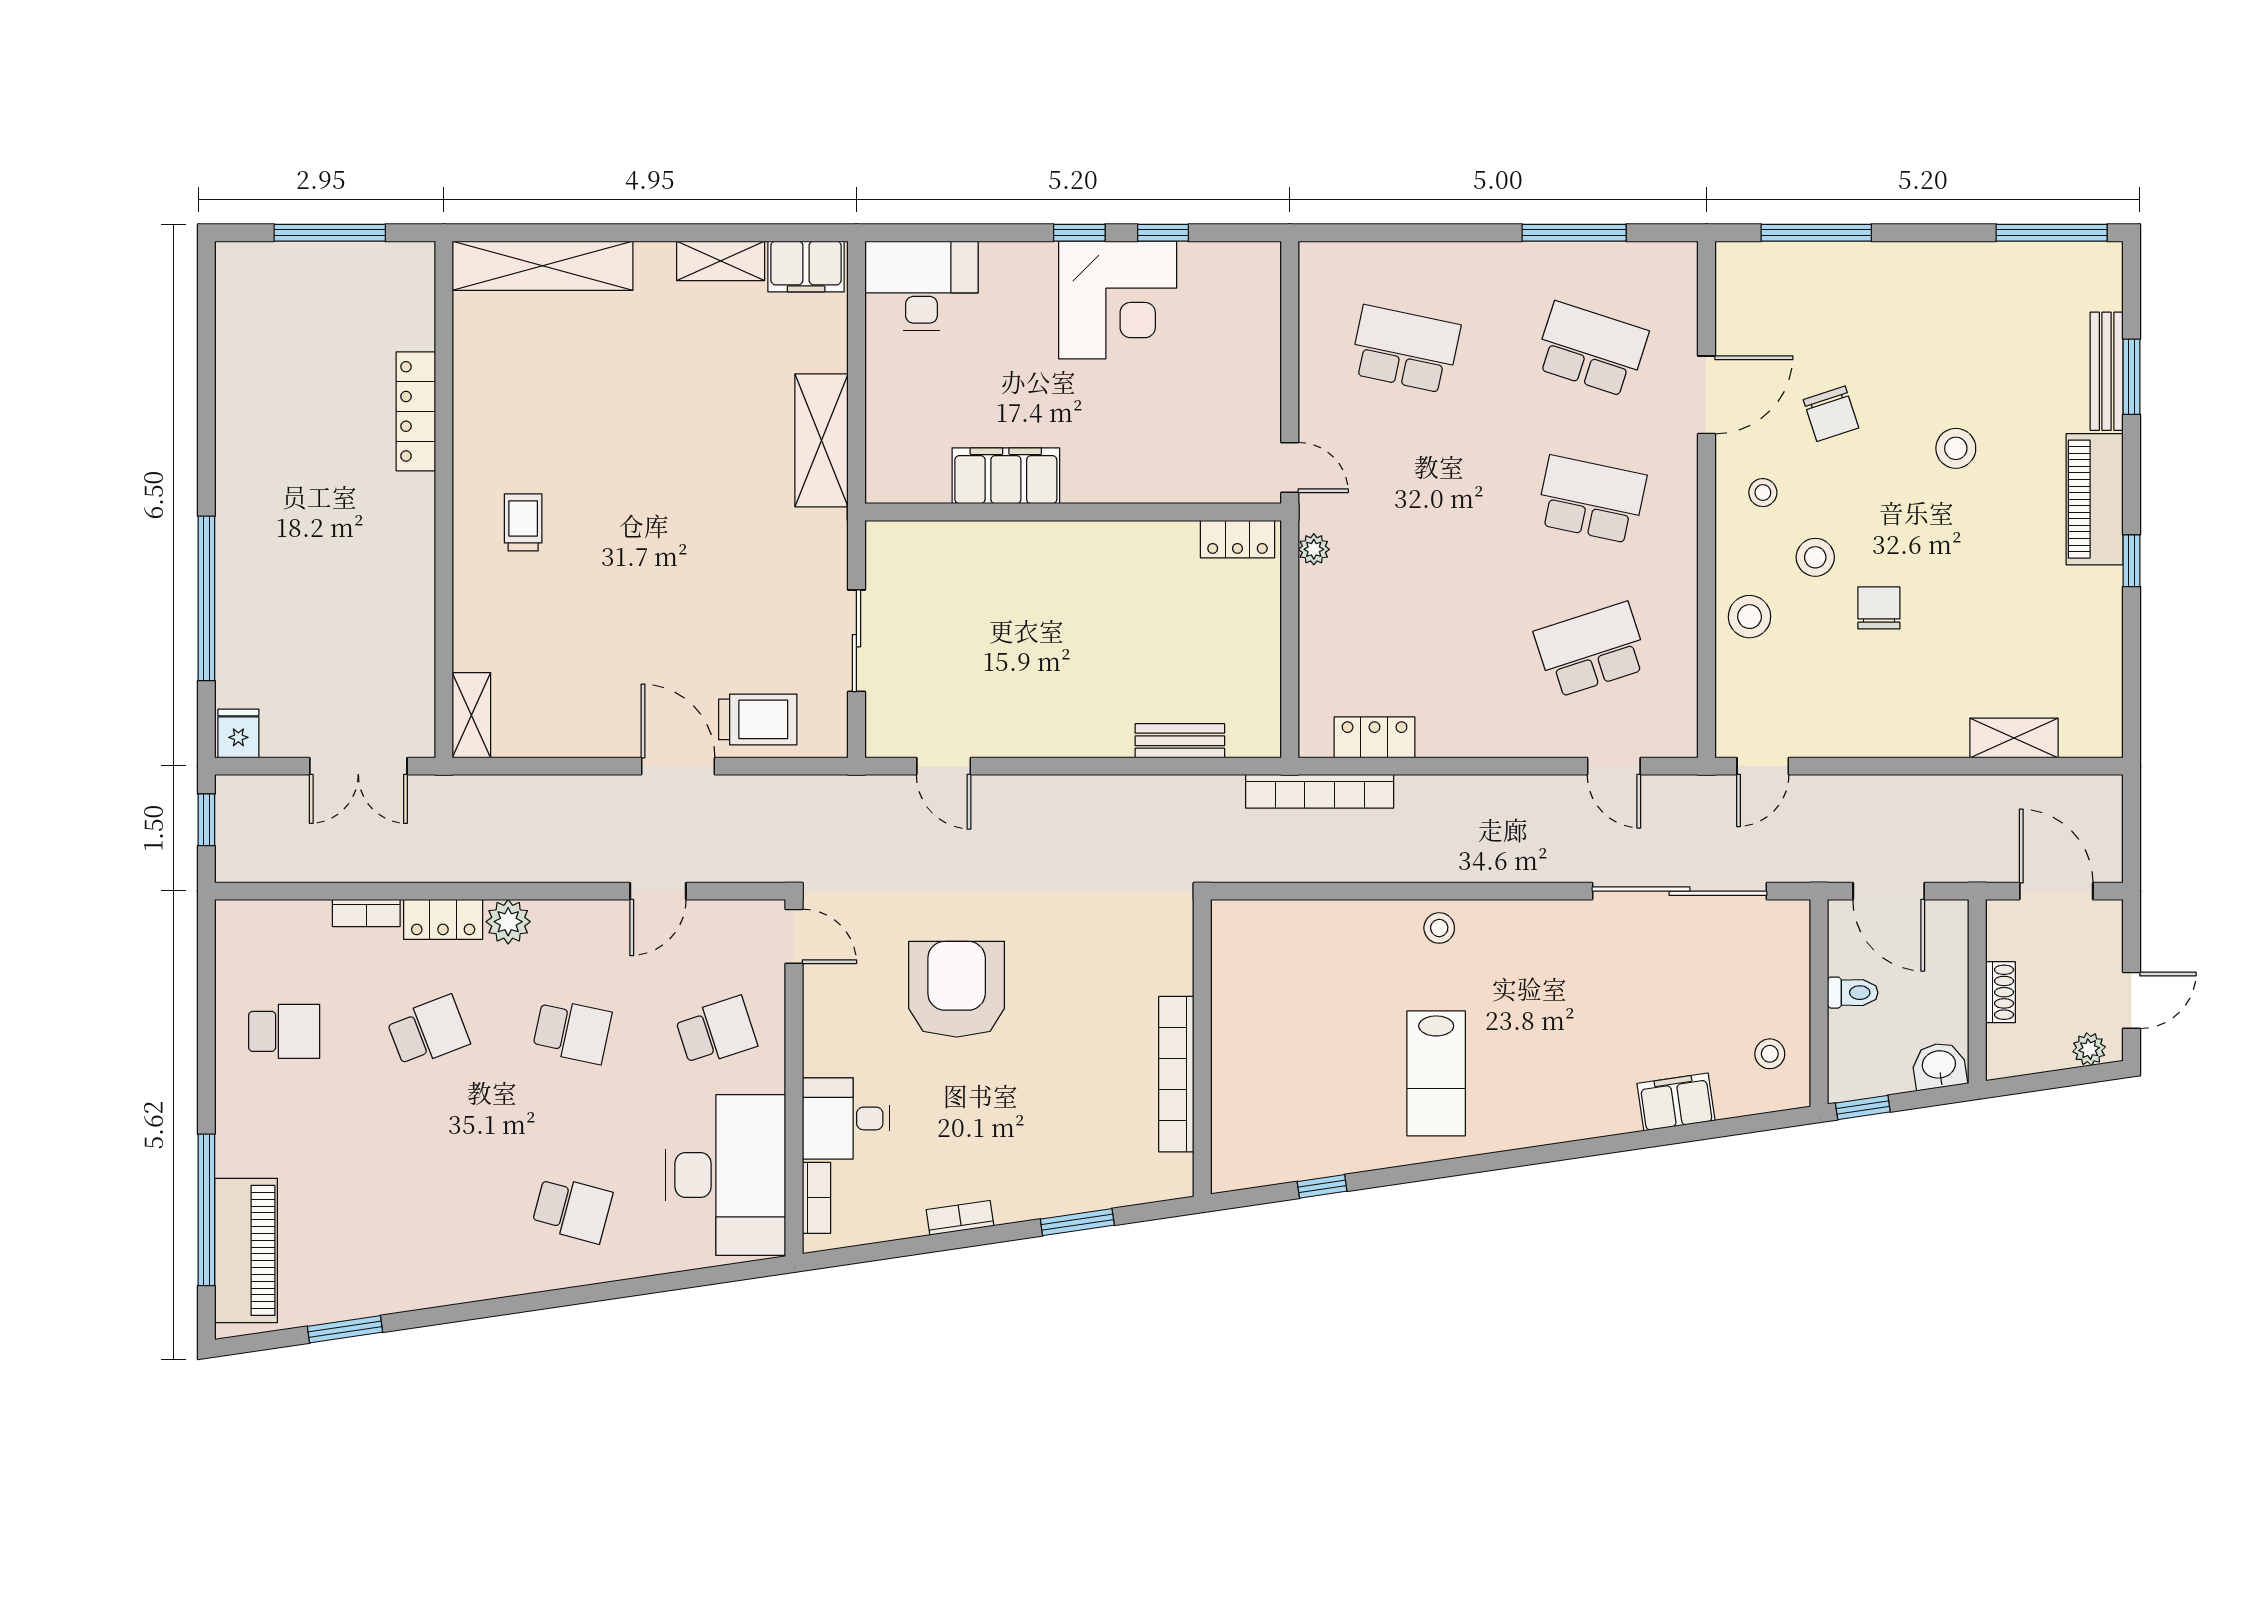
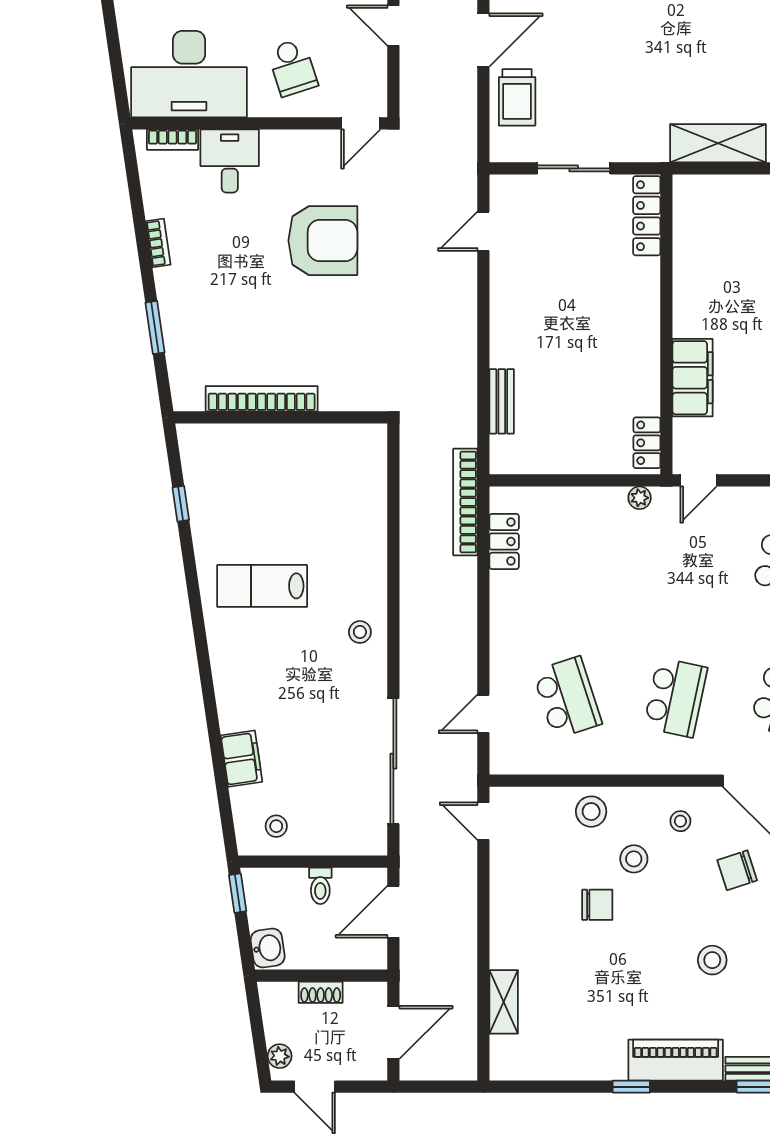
filing cabinet: (1006, 476) -> (693, 378), moved
locker: (922, 539) -> (647, 216), added
stool: (1439, 928) -> (360, 632), moved

